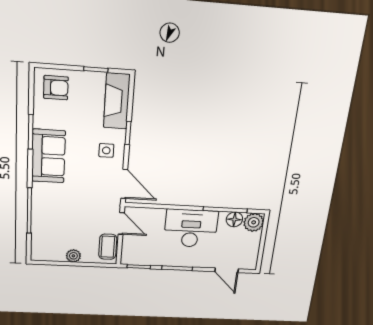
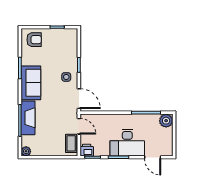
fireplace: (117, 101) -> (28, 118), moved, turned 180
floor lamp: (234, 219) -> (153, 119), removed
desk: (191, 228) -> (127, 143), moved, turned 180
plant: (73, 256) -> (26, 151), moved
printer: (131, 257) -> (87, 150), added

